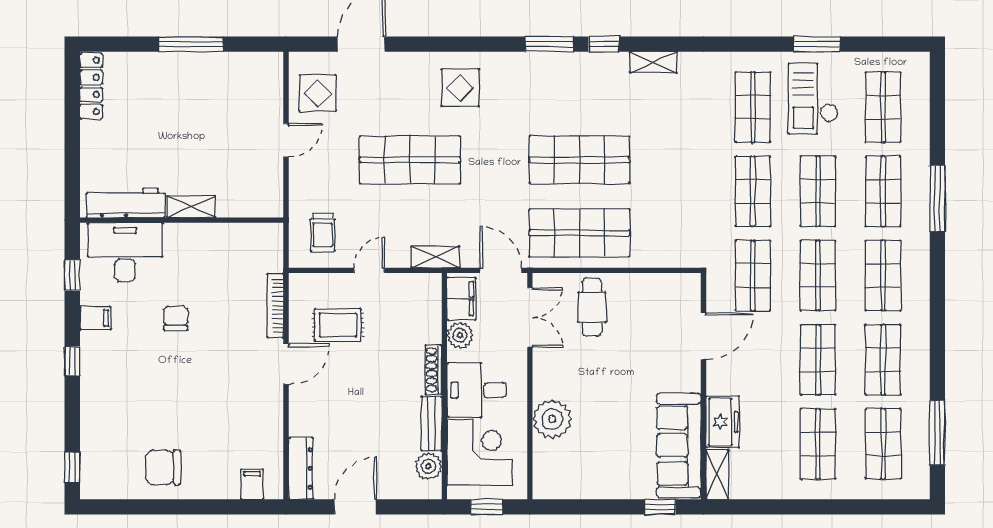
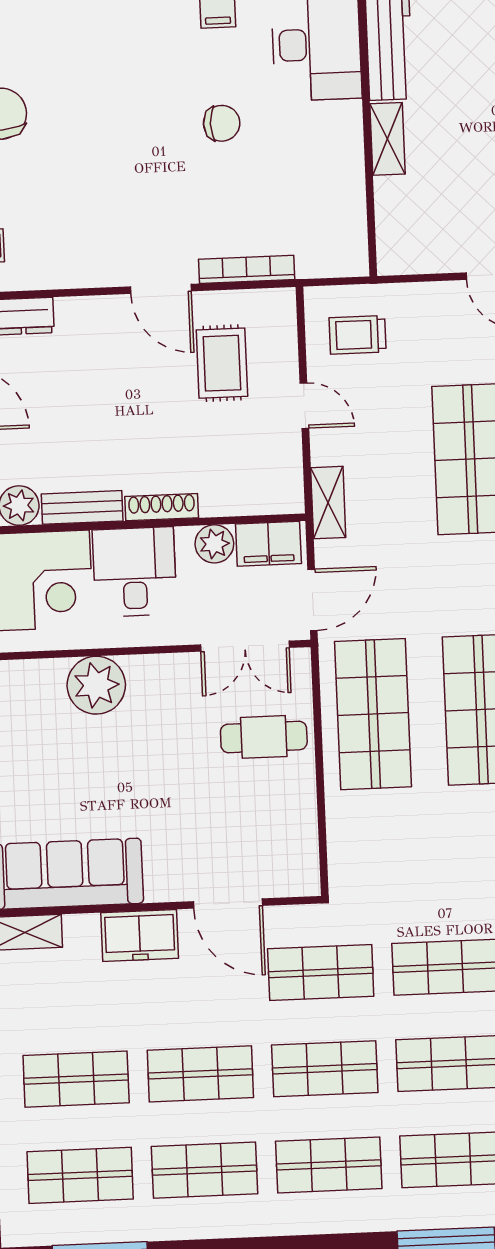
freezer: (723, 422) -> (140, 936), moved

